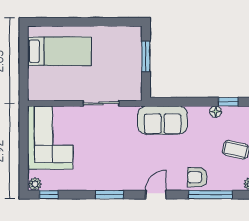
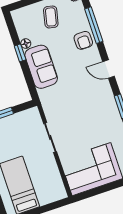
window: (228, 102) -> (20, 53), moved
sofa: (163, 120) -> (41, 67), moved

